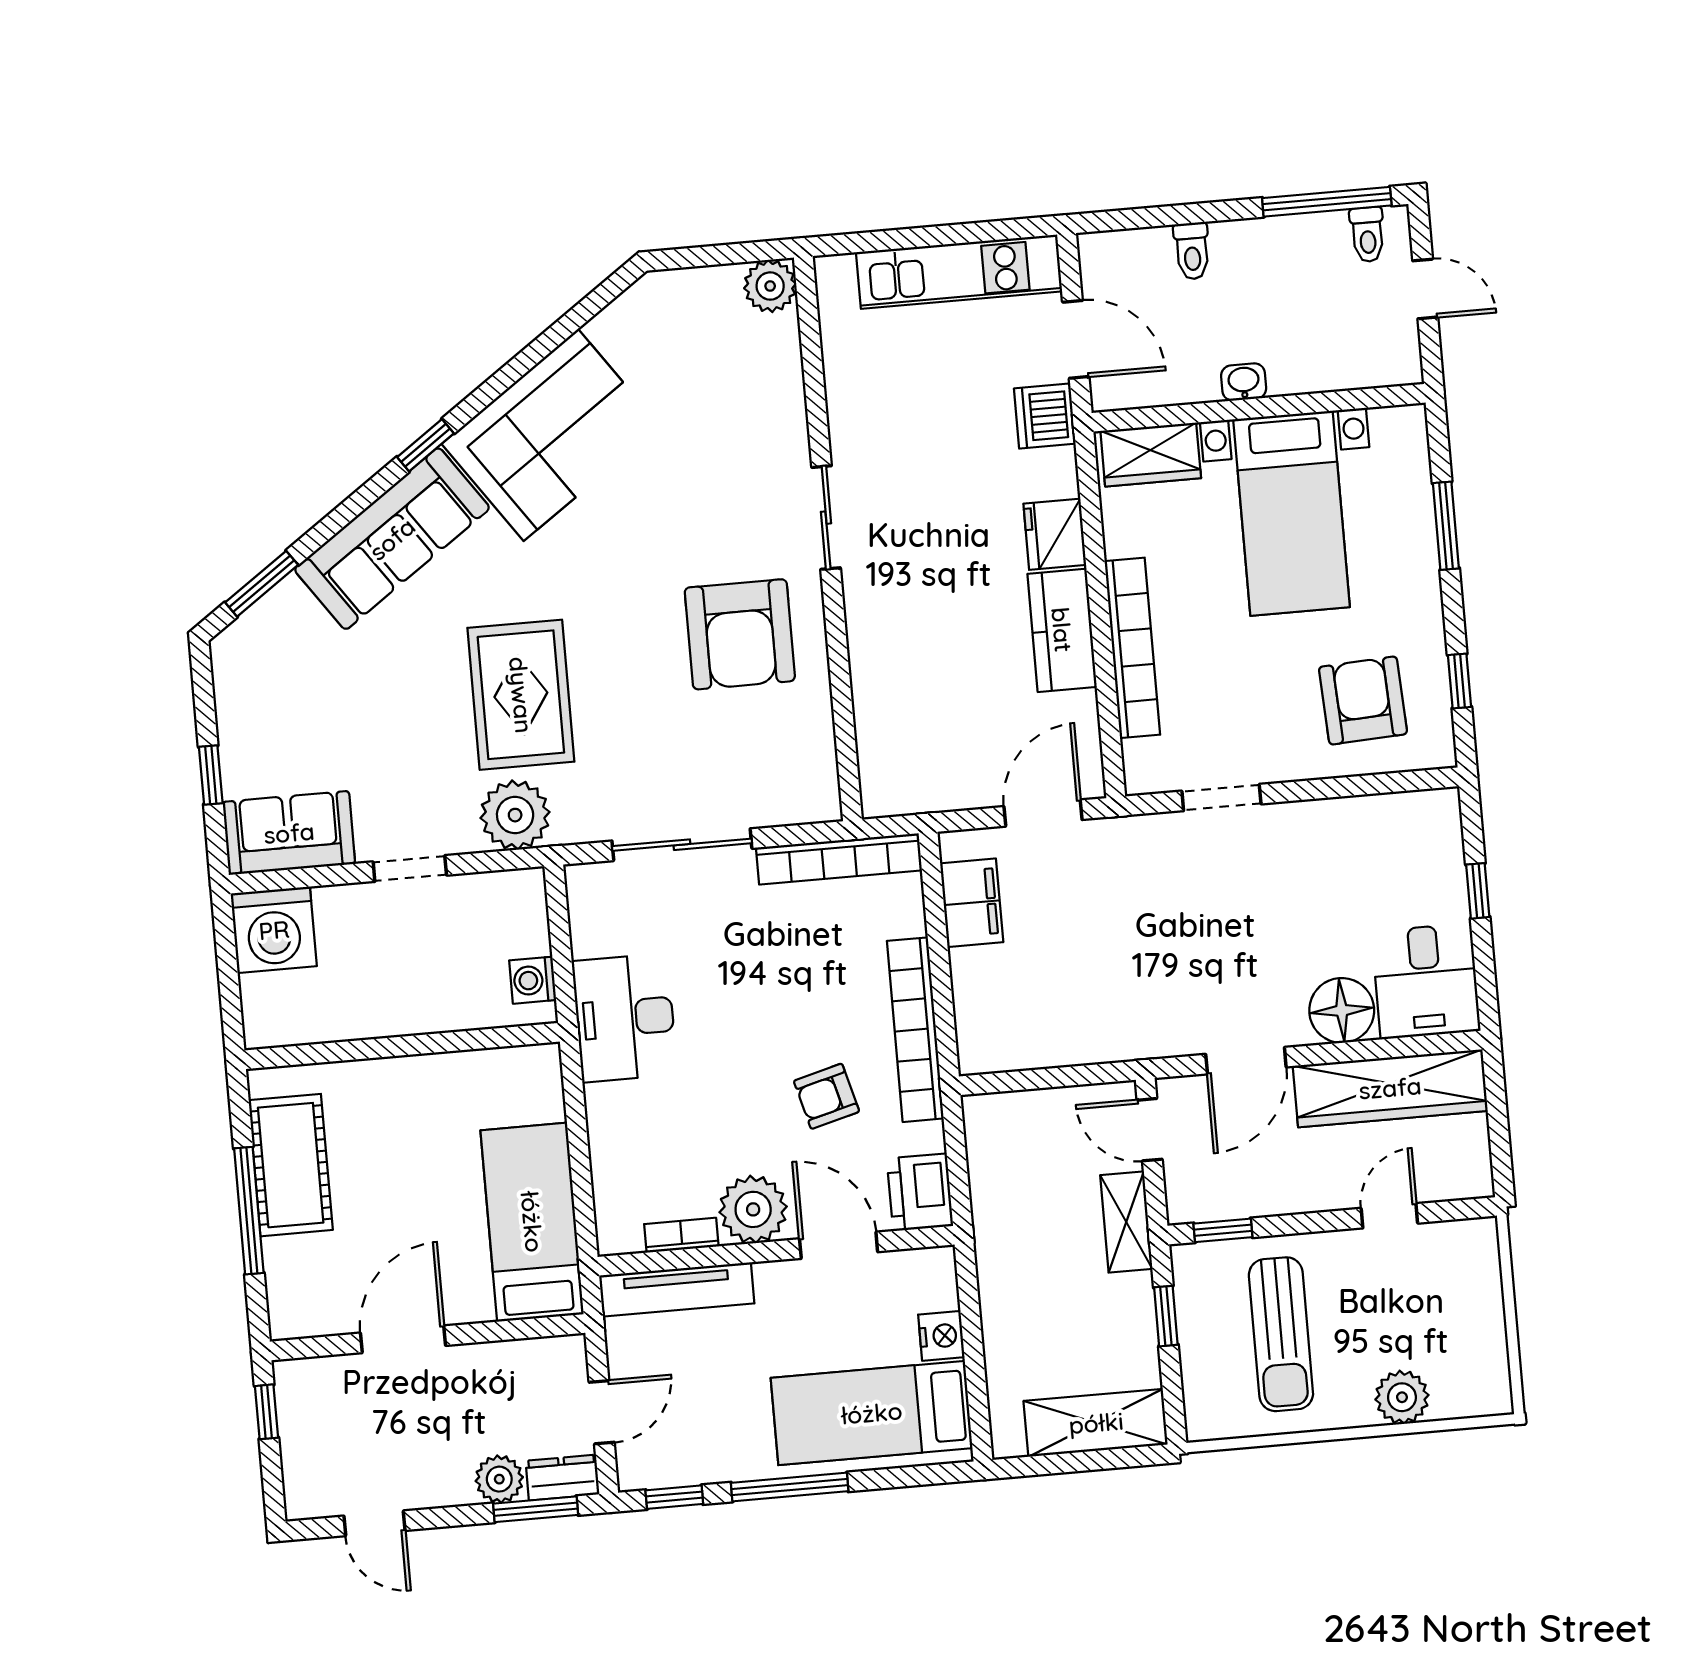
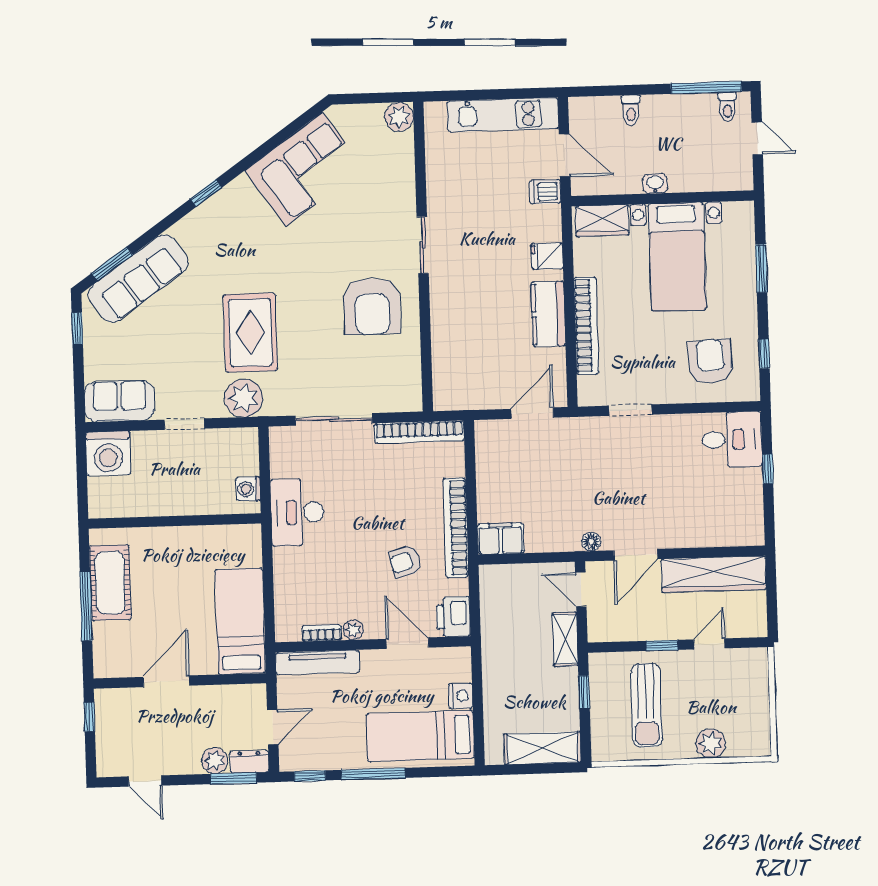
dishwasher: (1045, 416) -> (545, 192), width x0.73
corner sofa: (551, 435) -> (304, 169), moved
fridge: (1055, 534) -> (547, 256), width x0.72
sofa: (392, 539) -> (138, 278), moved
window: (211, 775) -> (77, 328), moved
filing cabinet: (972, 903) -> (501, 539), moved, turned -90
desk: (1426, 981) -> (732, 440), moved, turned -90
floor lamp: (1342, 1010) -> (591, 542), moved, width x0.53, depth x0.53
plant: (753, 1209) -> (353, 630), width x0.53, depth x0.53
window: (1223, 1230) -> (662, 645), moved

